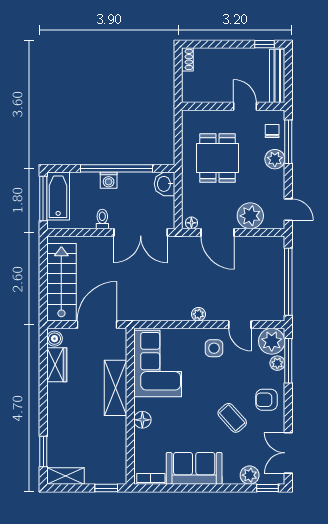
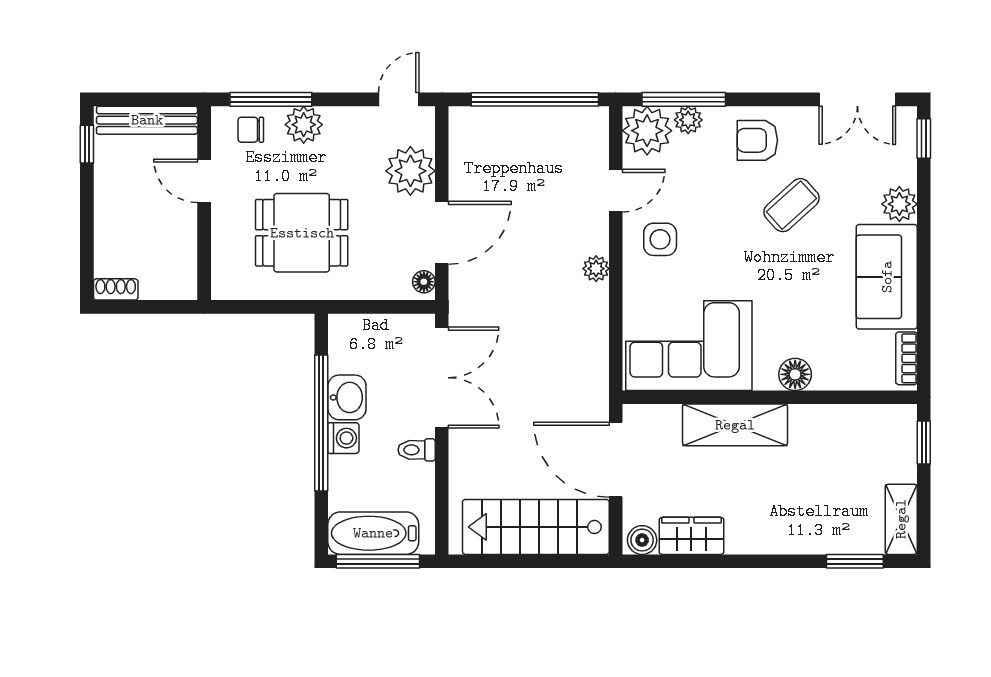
door: (245, 106) -> (204, 181), hinge flipped
washbasin: (165, 184) -> (347, 397), moved, turned -90
armchair: (267, 400) -> (757, 140), turned 90
plant: (250, 475) -> (899, 204), moved

